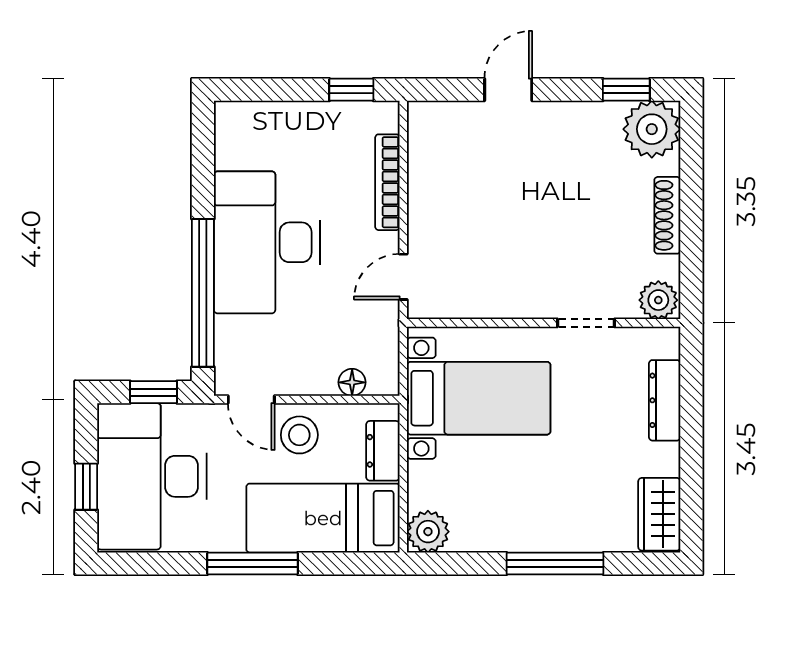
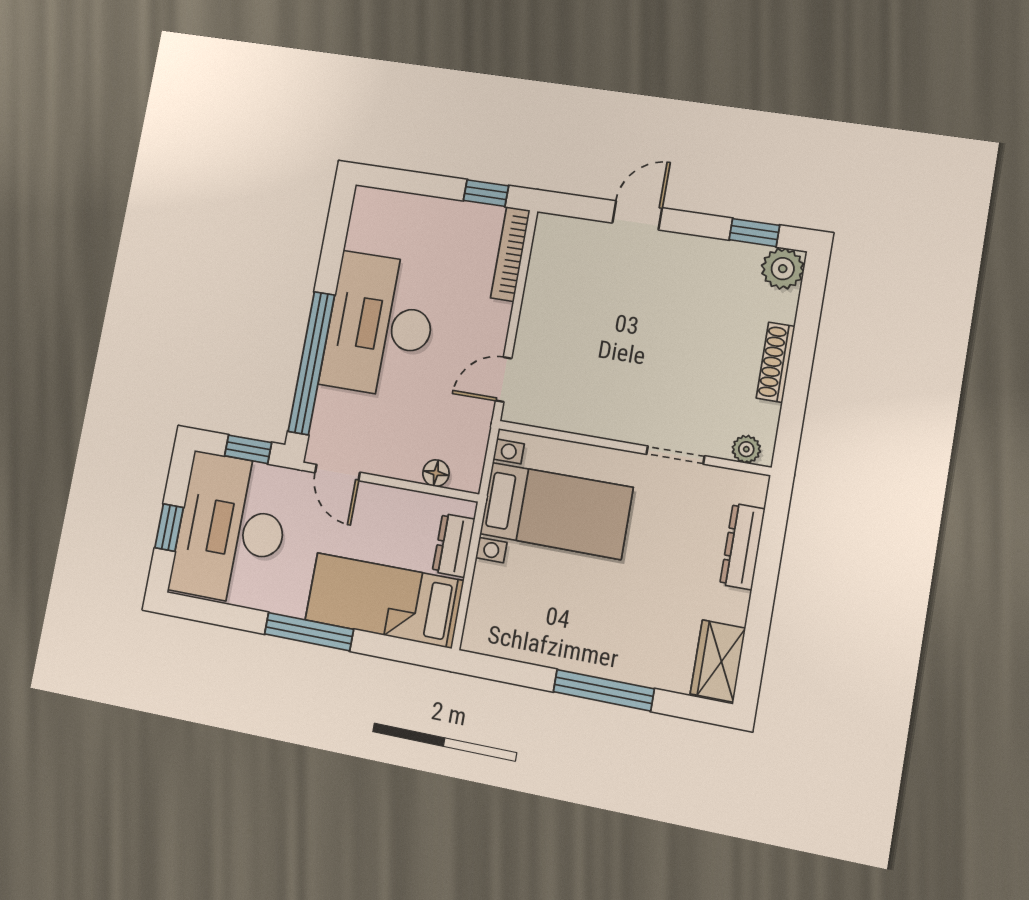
plant: (652, 129) -> (783, 269), width x0.73, depth x0.73
bookcase: (387, 182) -> (510, 254), moved
plant: (658, 300) -> (746, 449), width x0.73, depth x0.73
stool: (299, 435) -> (376, 515), removed
plant: (428, 532) -> (483, 633), removed

